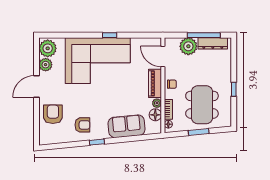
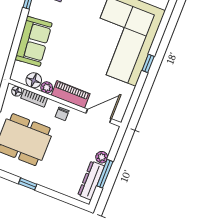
window: (204, 35) -> (105, 174), width x0.69
plant: (188, 46) -> (102, 157), width x0.53, depth x0.53

